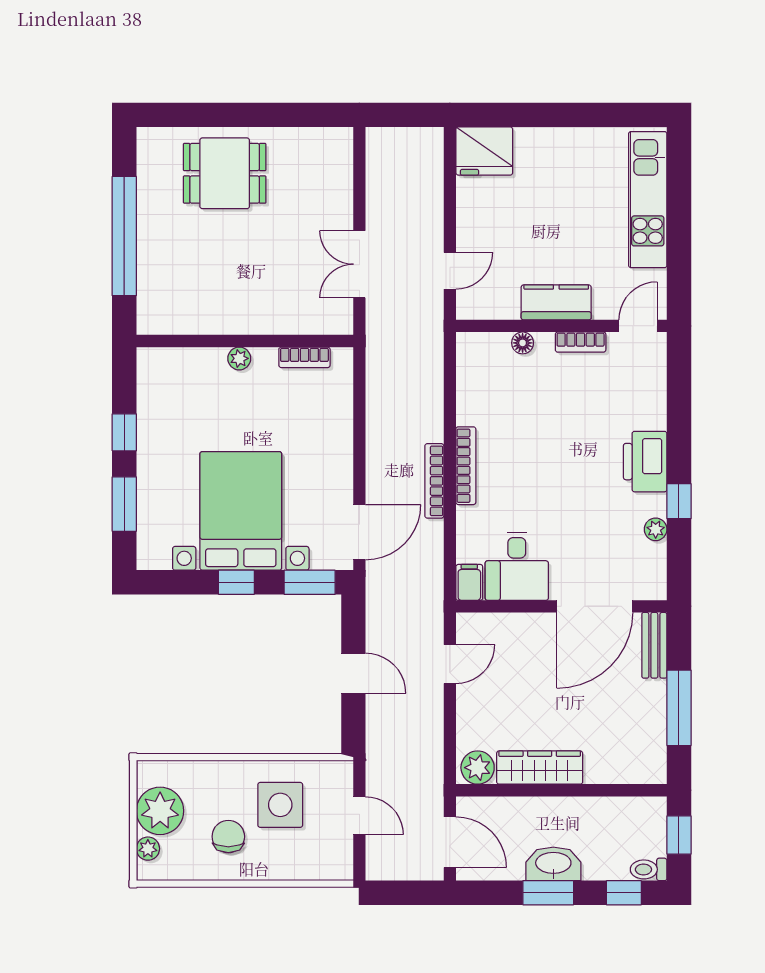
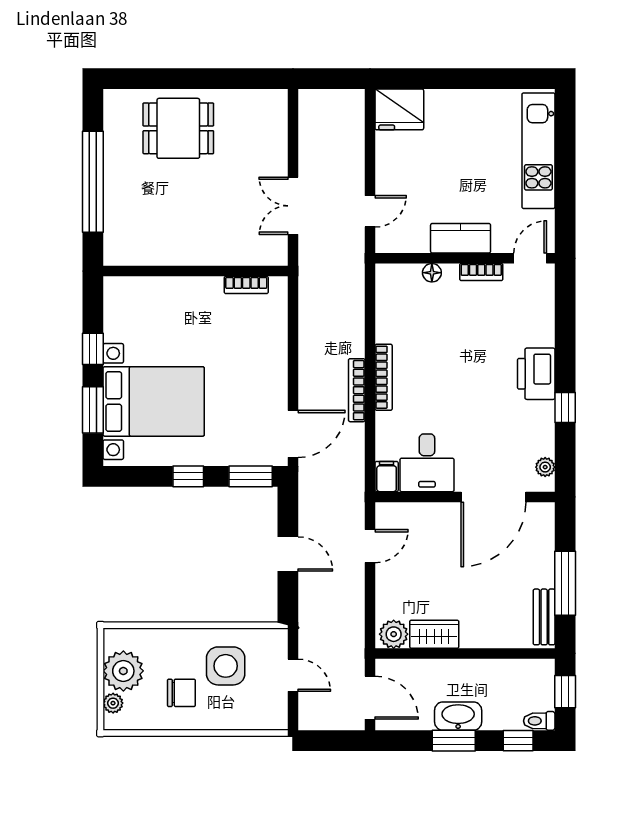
plant: (239, 358) -> (191, 286), removed
bed with nightstands: (241, 511) -> (154, 401), moved, turned 90
plant: (656, 529) -> (545, 467), moved
bench: (654, 645) -> (544, 617), moved
wardrobe: (540, 768) -> (434, 634), width x0.67
chair: (228, 837) -> (181, 693), turned 90

